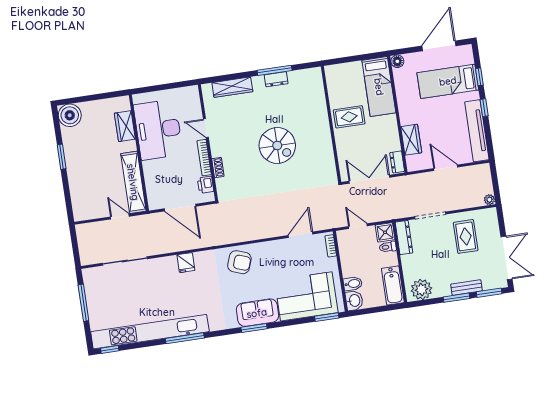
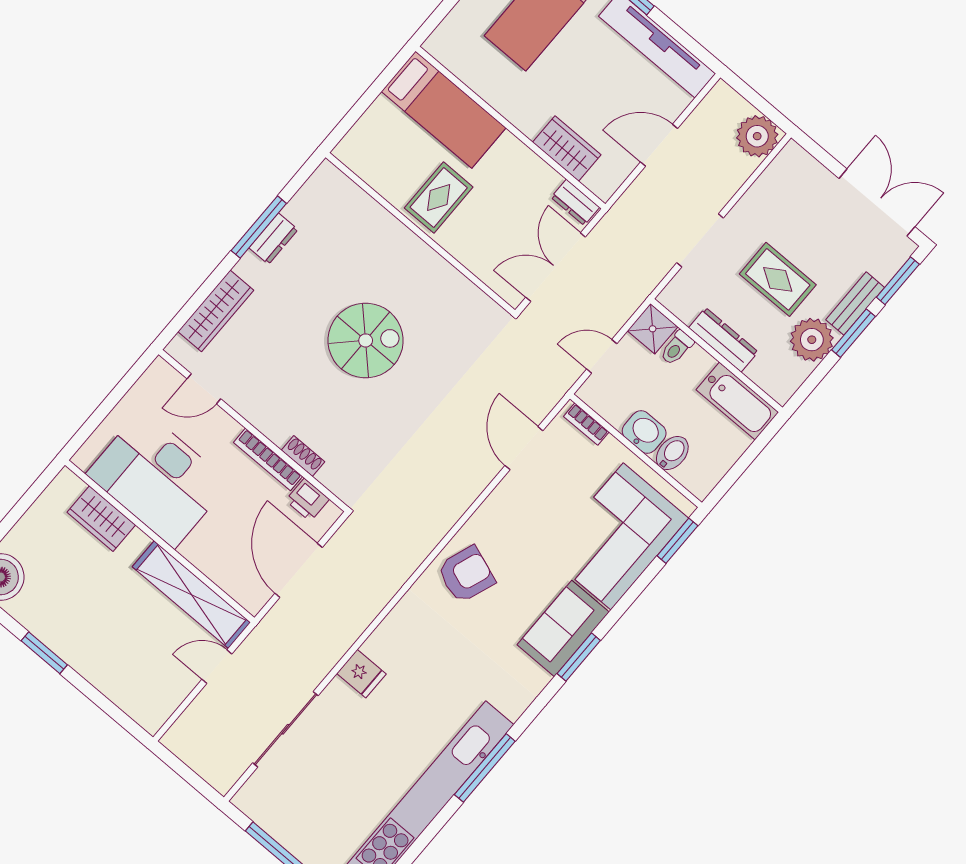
floor lamp: (397, 61) -> (438, 45), removed
door: (206, 128) -> (204, 389), moved
plant: (489, 200) -> (757, 136), width x1.88, depth x1.88
door: (180, 208) -> (299, 570), swing flipped
rug: (466, 236) -> (778, 279), moved
dresser: (404, 237) -> (723, 340), moved
fridge: (186, 263) -> (361, 674), moved
plant: (421, 290) -> (812, 340), moved
washbasin: (354, 301) -> (644, 432), moved

